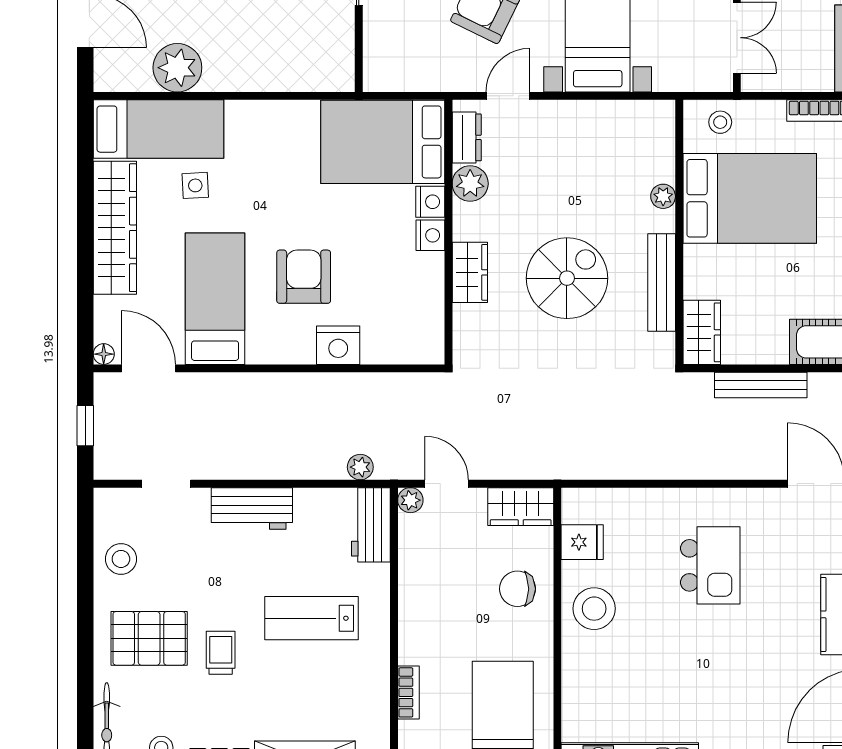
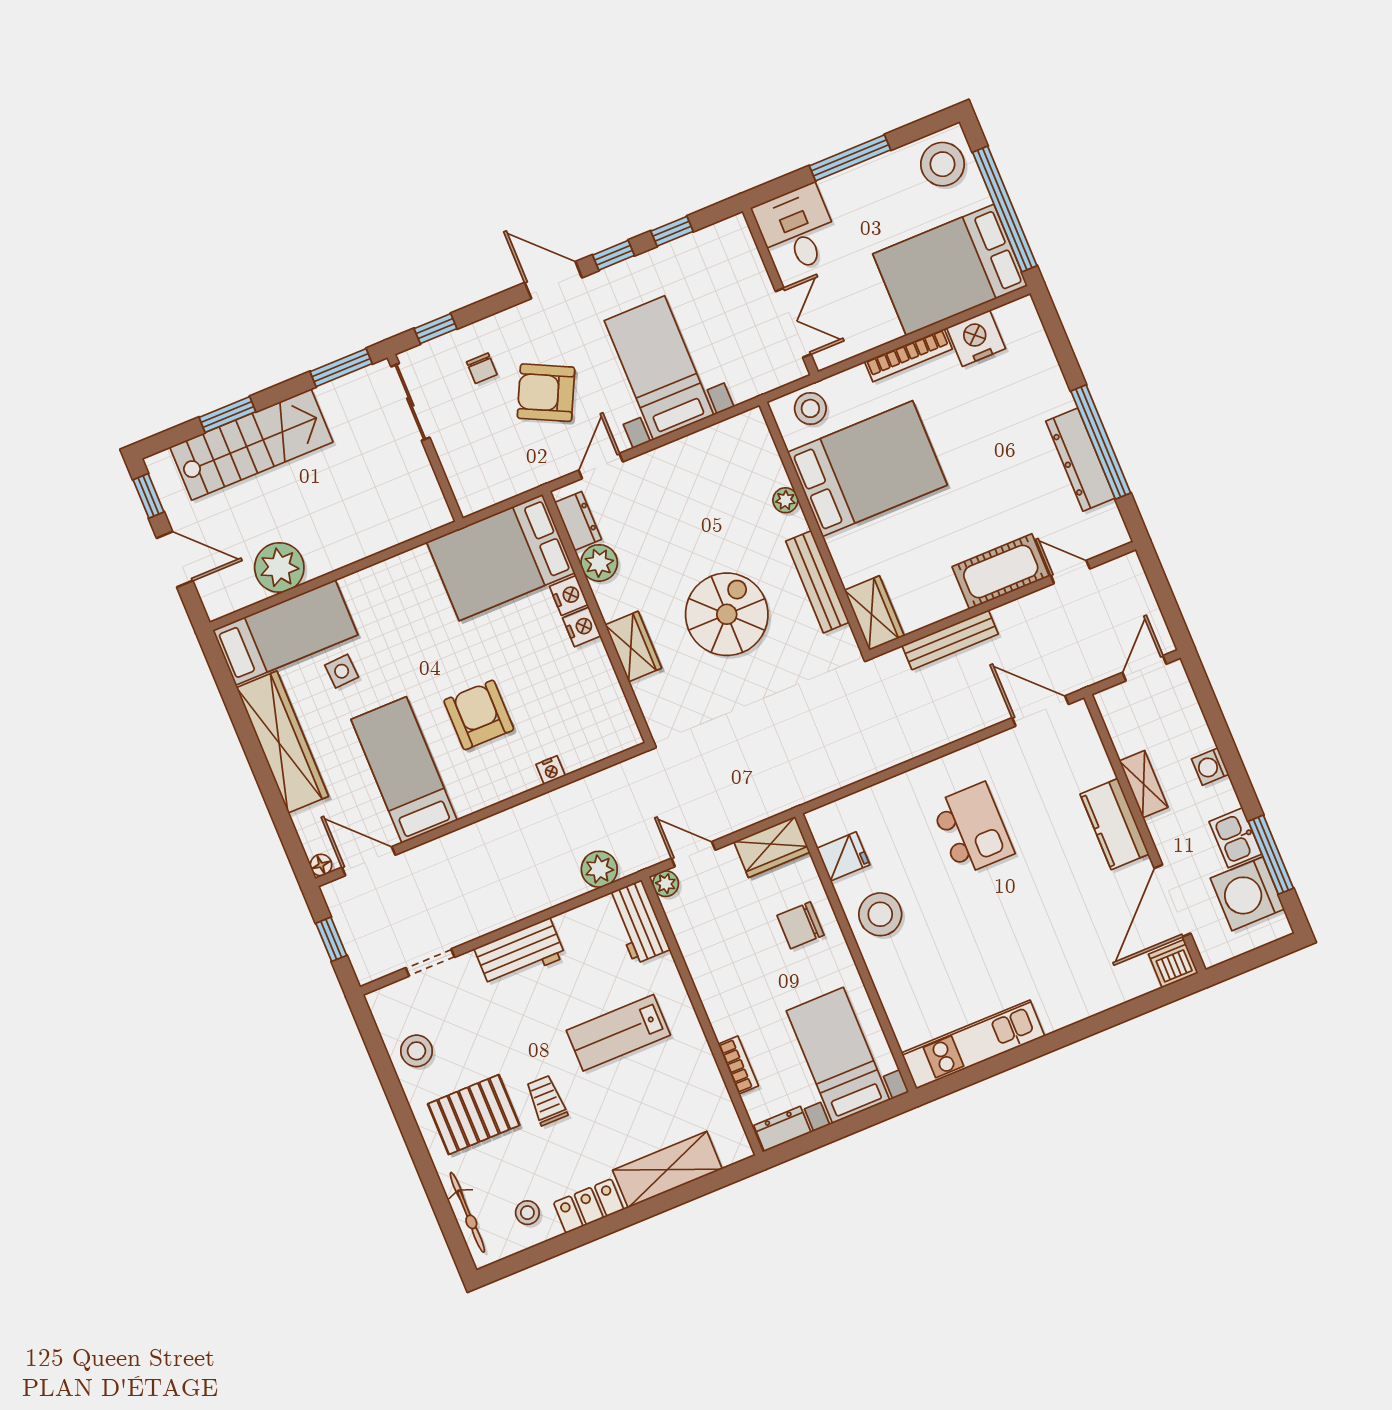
stool: (720, 122) -> (810, 408), width x1.37, depth x1.37
nightstand: (338, 345) -> (551, 770), width x0.53, depth x0.56
plant: (360, 467) -> (599, 869), width x1.38, depth x1.38

